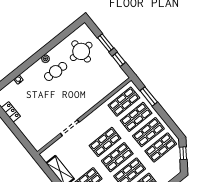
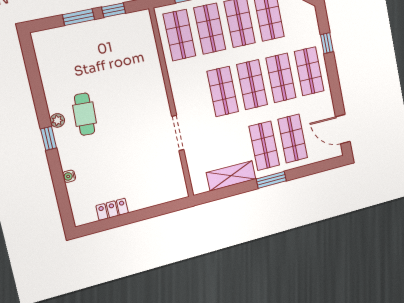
round table: (81, 51) -> (73, 61), removed
window: (34, 59) -> (49, 138), added

